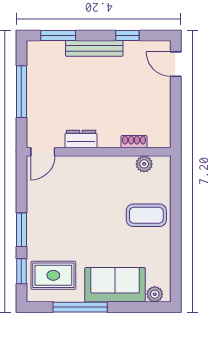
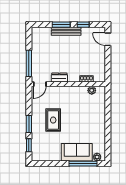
window: (58, 35) -> (61, 25), moved
window: (21, 92) -> (29, 63), moved
coffee table: (146, 215) -> (93, 117), removed
rug: (53, 275) -> (53, 120), moved, turned 90
window: (80, 307) -> (83, 164), moved

